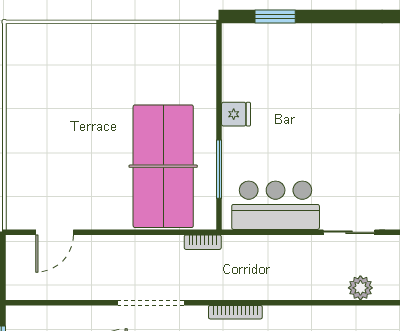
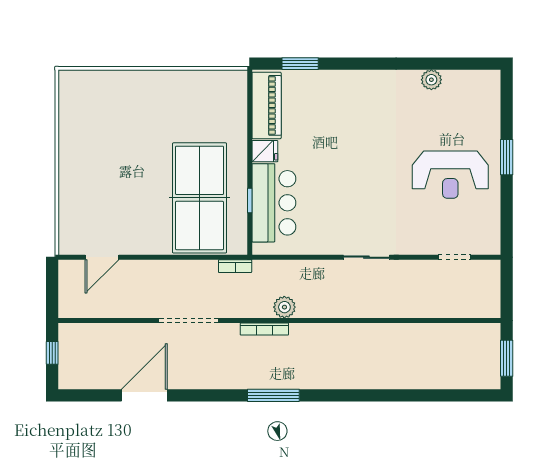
piano: (238, 63) -> (267, 105), added
window: (219, 169) -> (250, 201), width x0.46
bar counter: (276, 205) -> (274, 203), moved, turned 90
plant: (360, 288) -> (284, 307), moved

